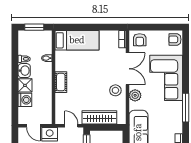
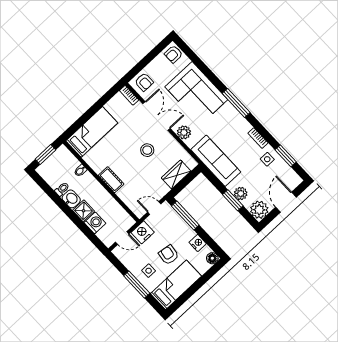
stool: (115, 90) -> (147, 150), moved
wardrobe: (99, 117) -> (176, 174), width x0.67

